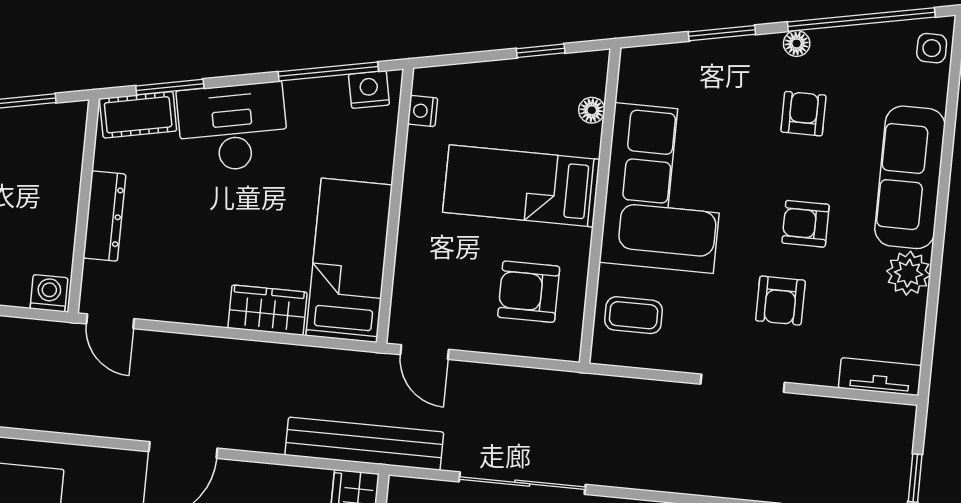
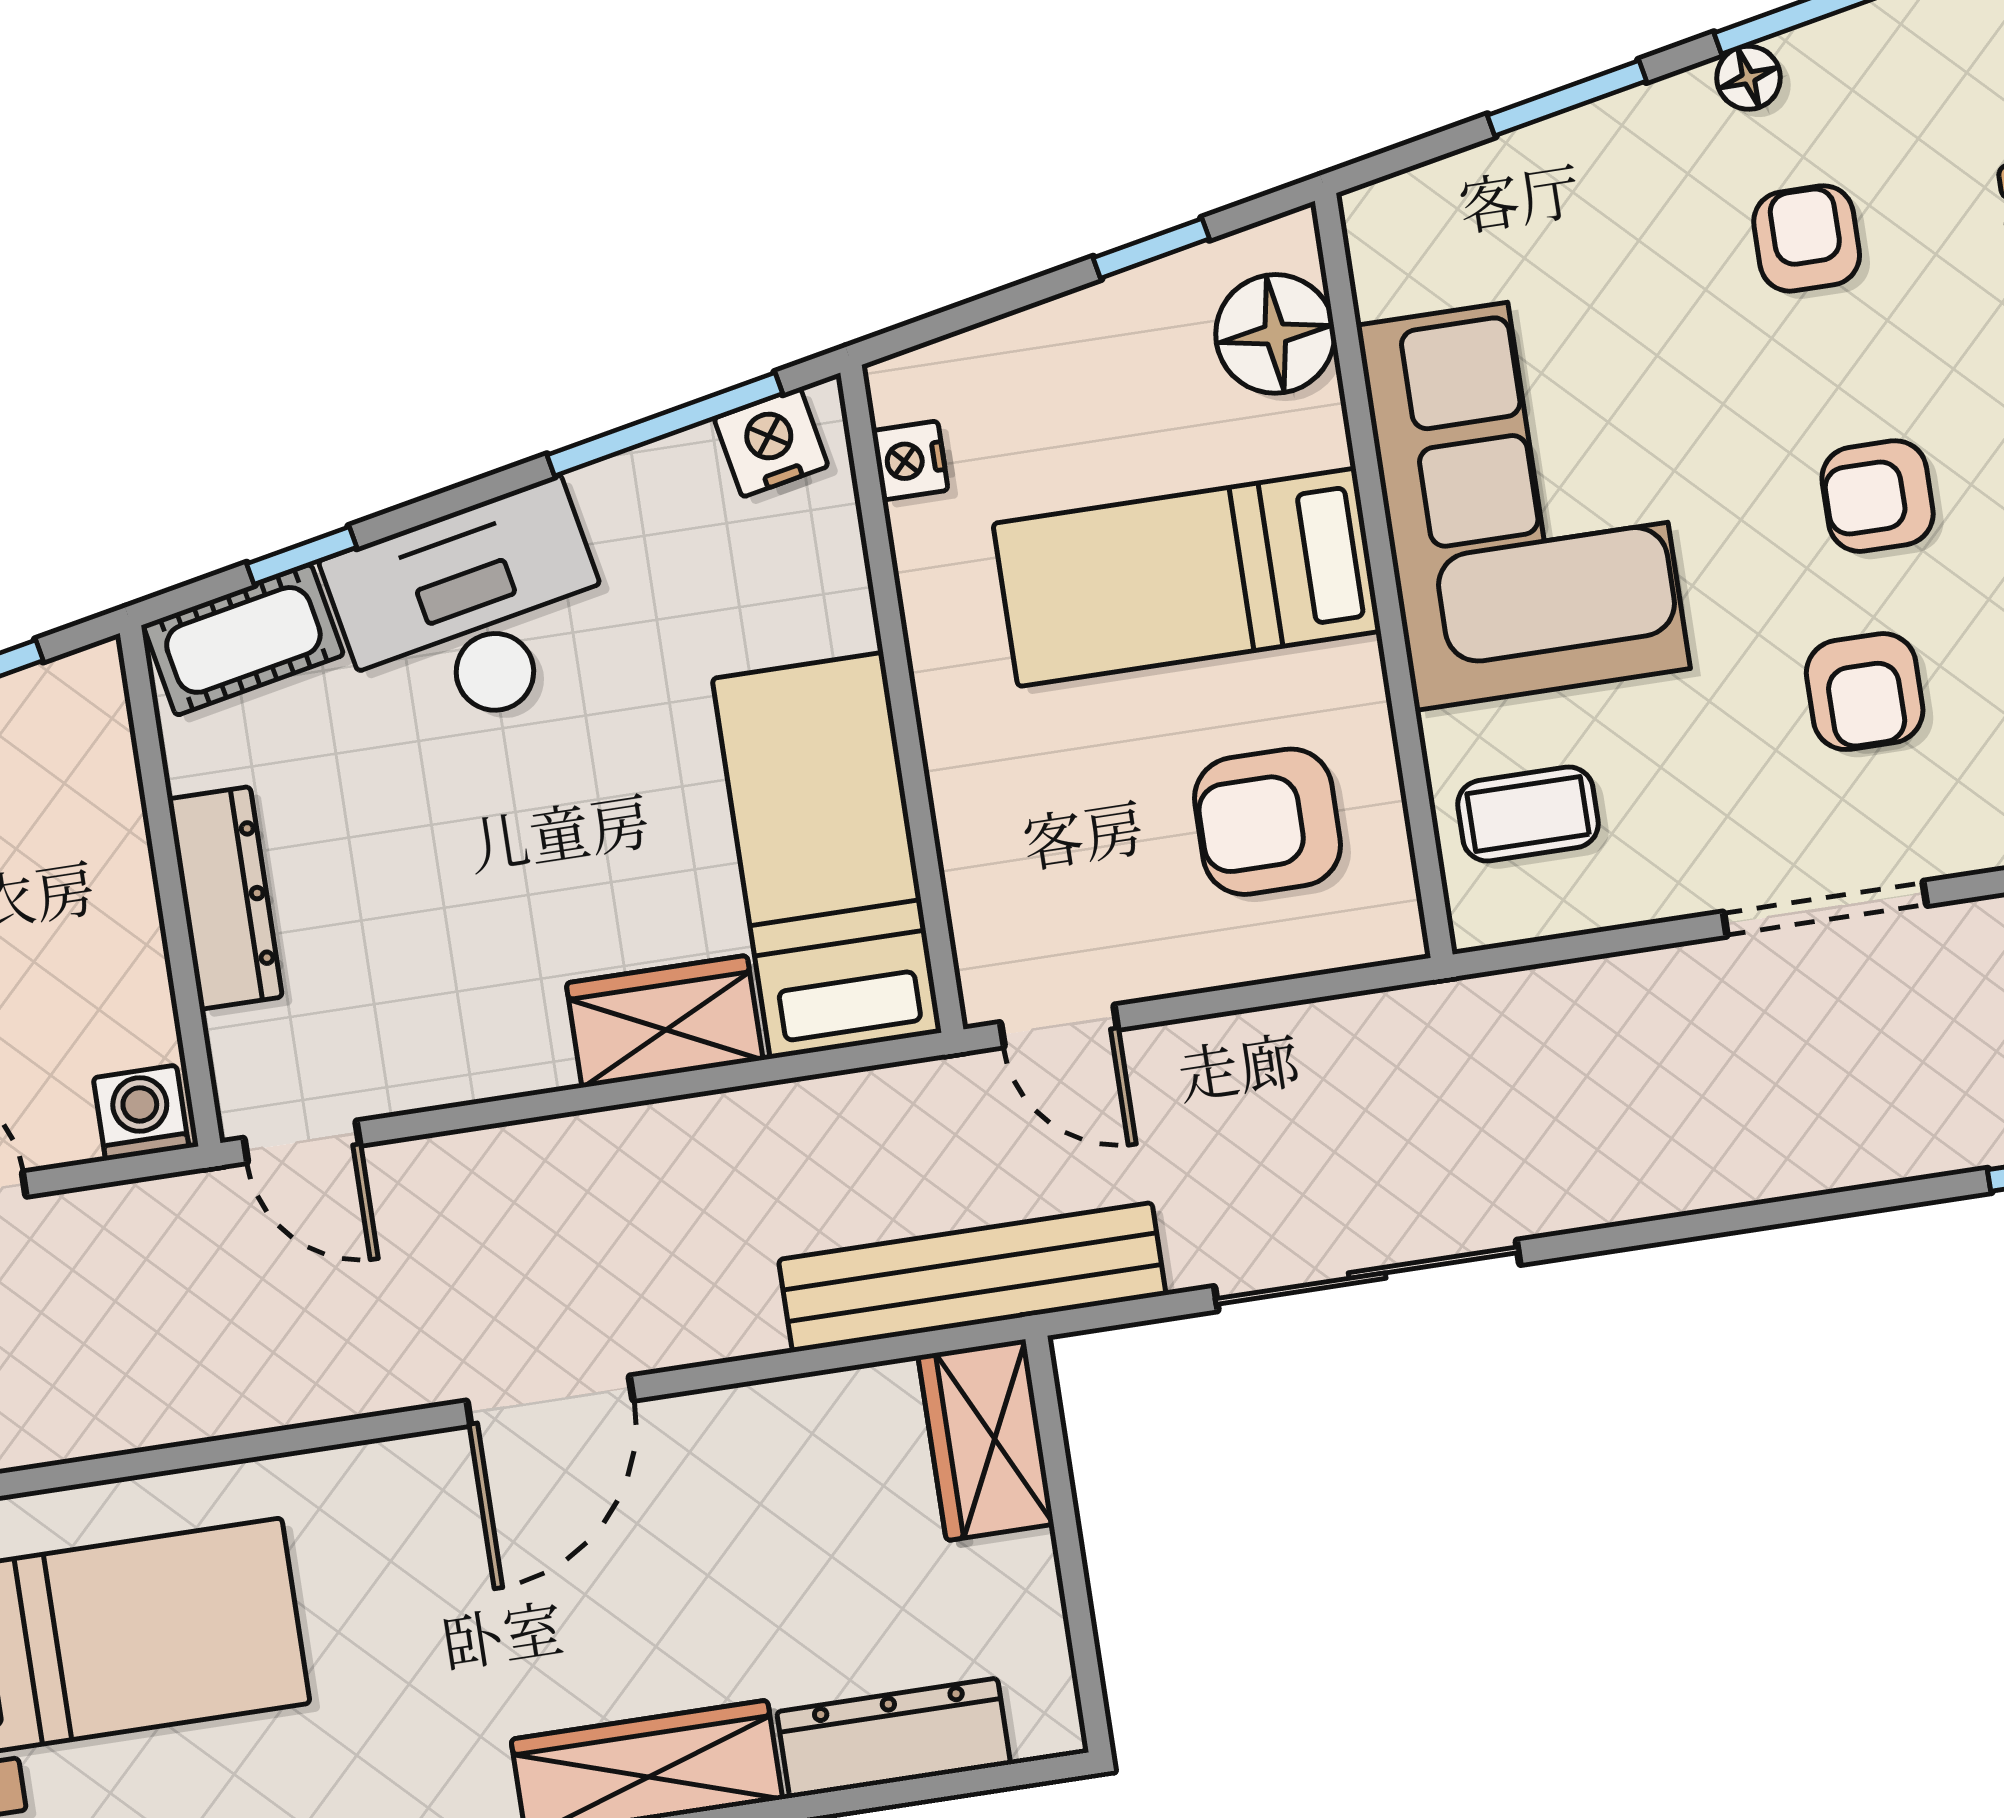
window: (170, 87) -> (302, 556), width x0.67
floor lamp: (592, 110) -> (1275, 334), width x1.89, depth x1.89

